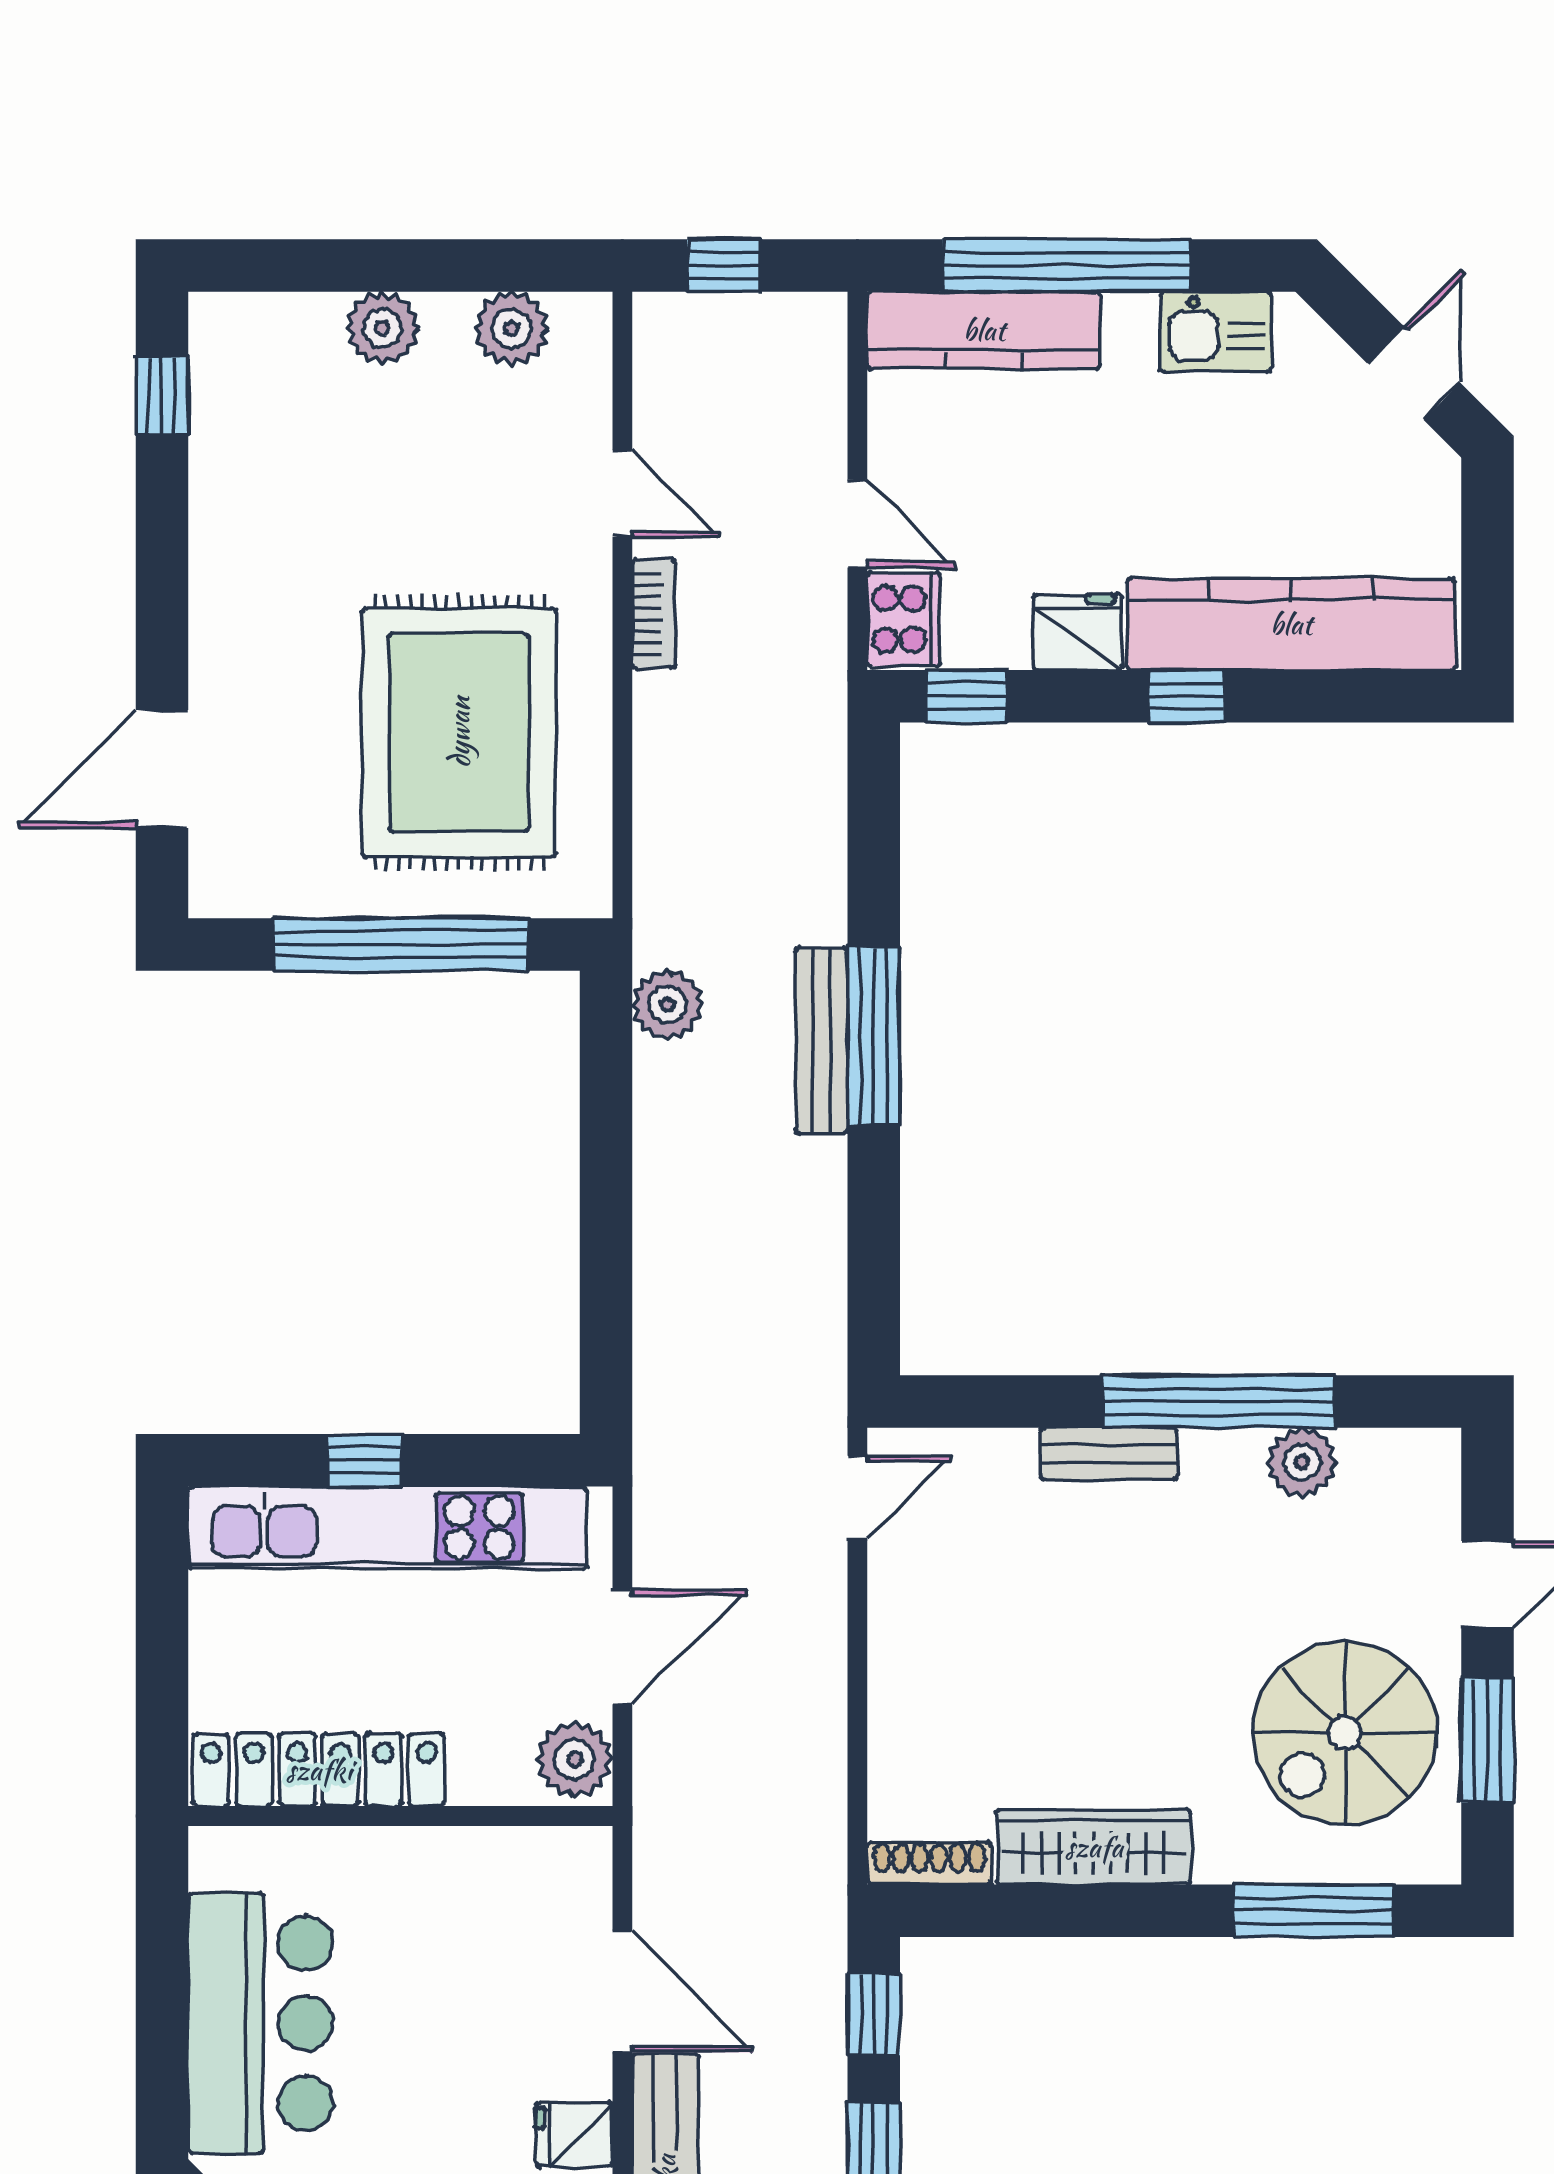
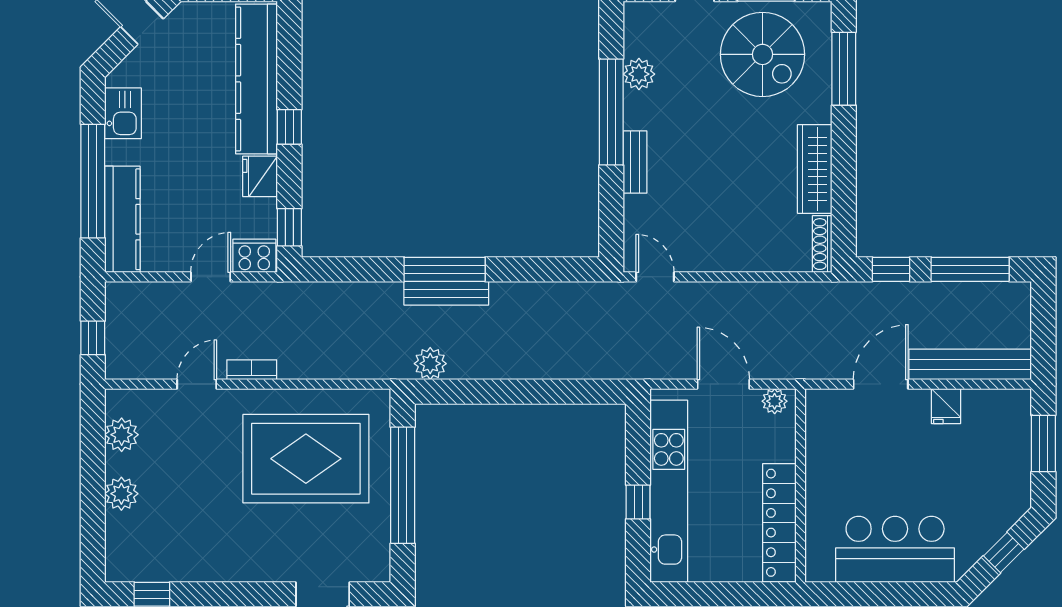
plant: (574, 1759) -> (775, 401), width x0.73, depth x0.73

